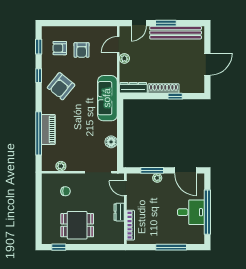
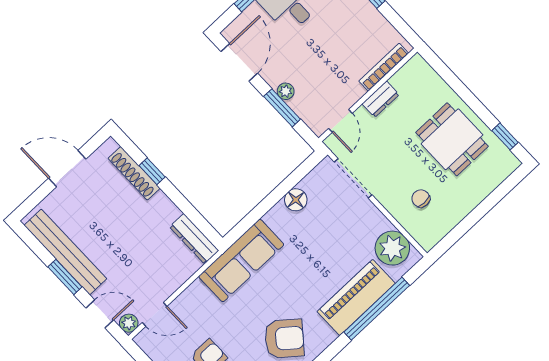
plant: (124, 58) -> (129, 323), moved
shoe rack: (163, 88) -> (134, 173), moved
piano: (48, 130) -> (356, 298), width x1.37, depth x1.33
plant: (61, 166) -> (392, 248), width x1.87, depth x1.87

